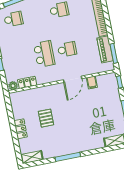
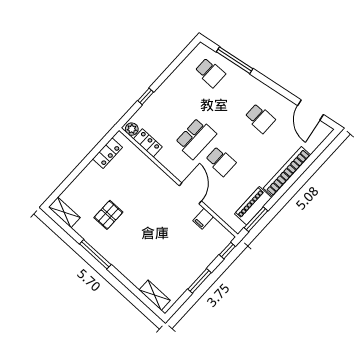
door: (73, 79) -> (190, 193), swing flipped
pallet: (46, 118) -> (108, 215), moved
locker: (21, 129) -> (108, 153), moved

